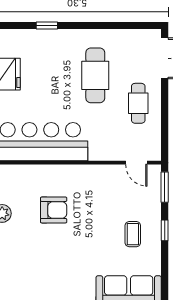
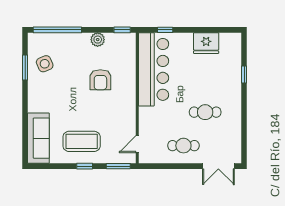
cafe table: (95, 75) -> (205, 112), width x0.73, depth x0.74
coffee table: (133, 234) -> (82, 141), width x1.86, depth x1.72
side table: (33, 282) -> (45, 64), added

